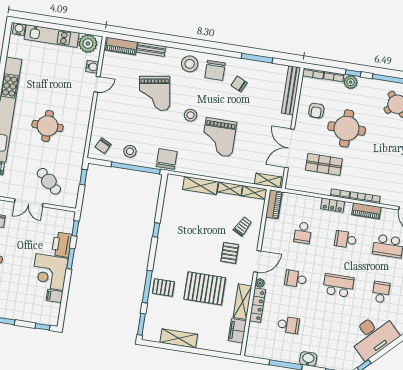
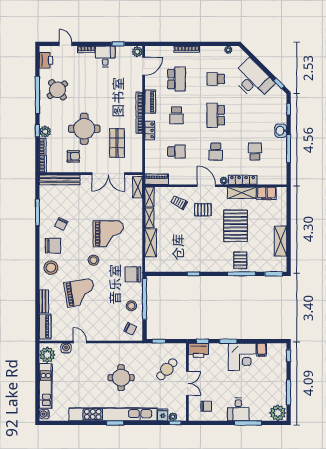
printer: (62, 245) -> (198, 350), moved

